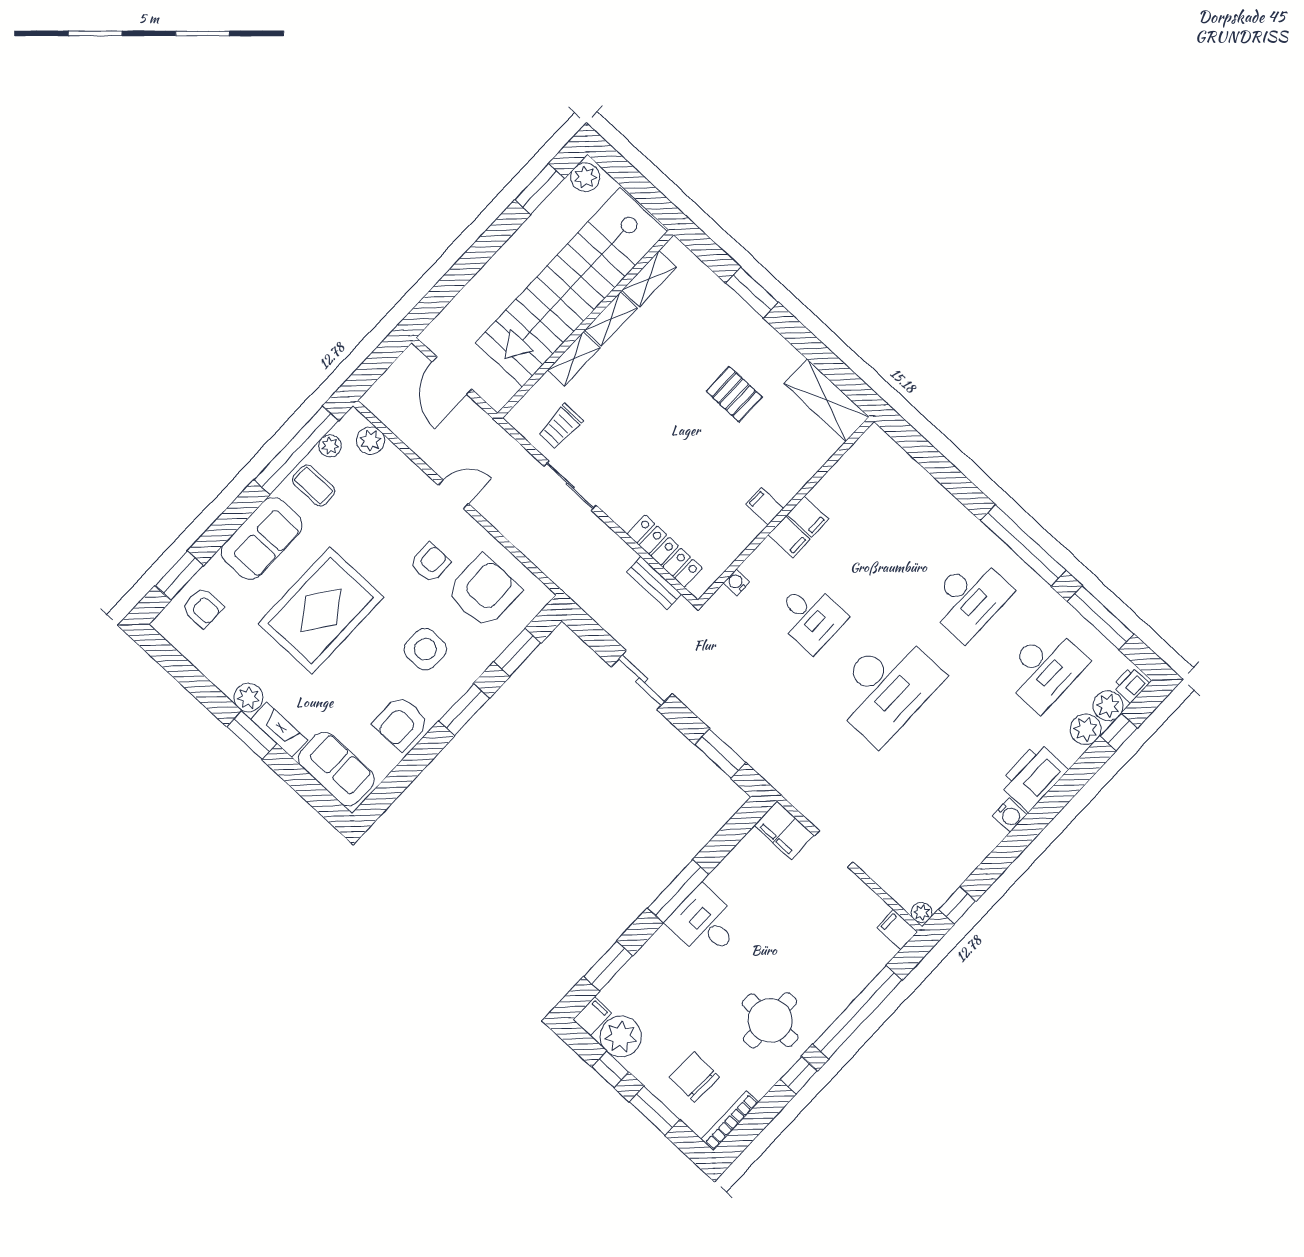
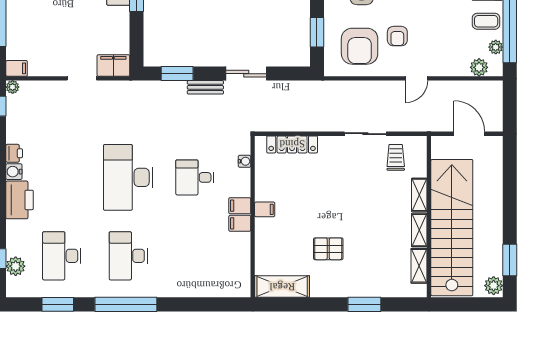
bench: (654, 583) -> (205, 87), moved
window: (1101, 618) -> (58, 304), width x0.69
printer: (1131, 685) -> (14, 153), moved
plant: (1086, 729) -> (16, 245), removed

